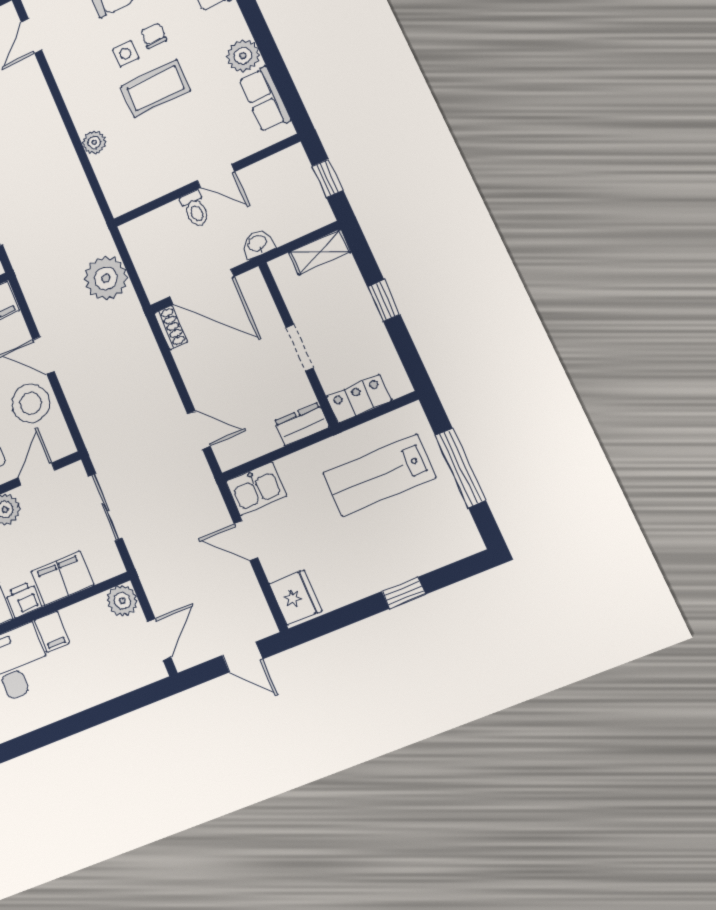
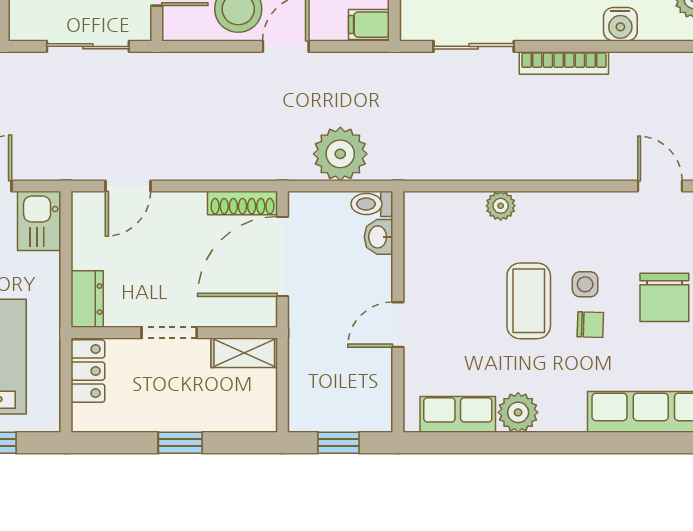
toilet: (195, 209) -> (372, 204), moved
washbasin: (258, 244) -> (378, 237), moved, turned 180
shelving: (320, 252) -> (244, 353), moved, turned 90
shoe rack: (171, 328) -> (243, 203), width x1.43

